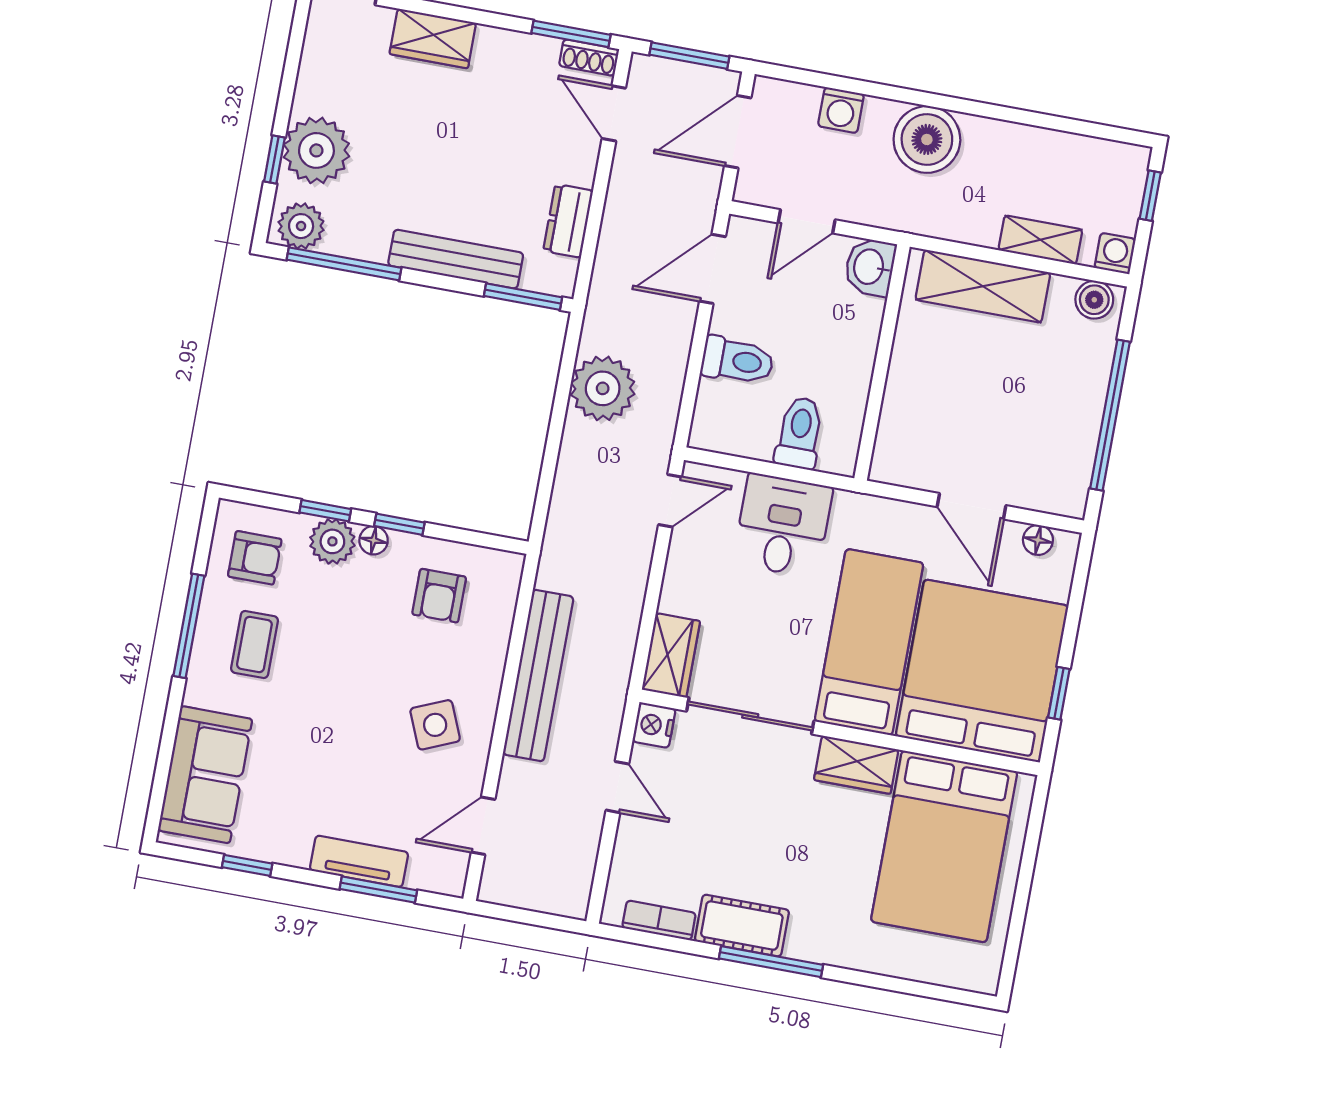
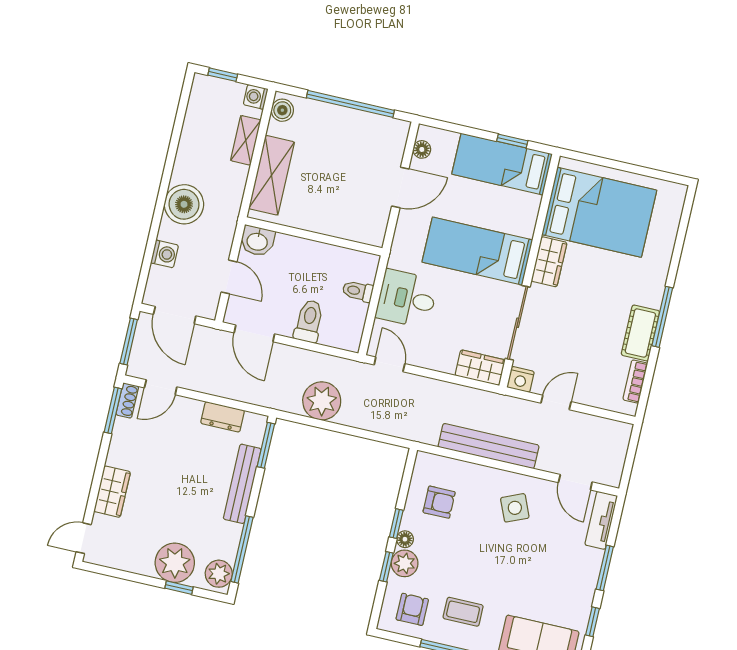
toilet: (799, 433) -> (358, 291), width x0.73, depth x0.72
bed: (982, 671) -> (502, 164), width x0.49
tv unit: (359, 861) -> (601, 520), moved
window: (378, 890) -> (605, 568), moved

